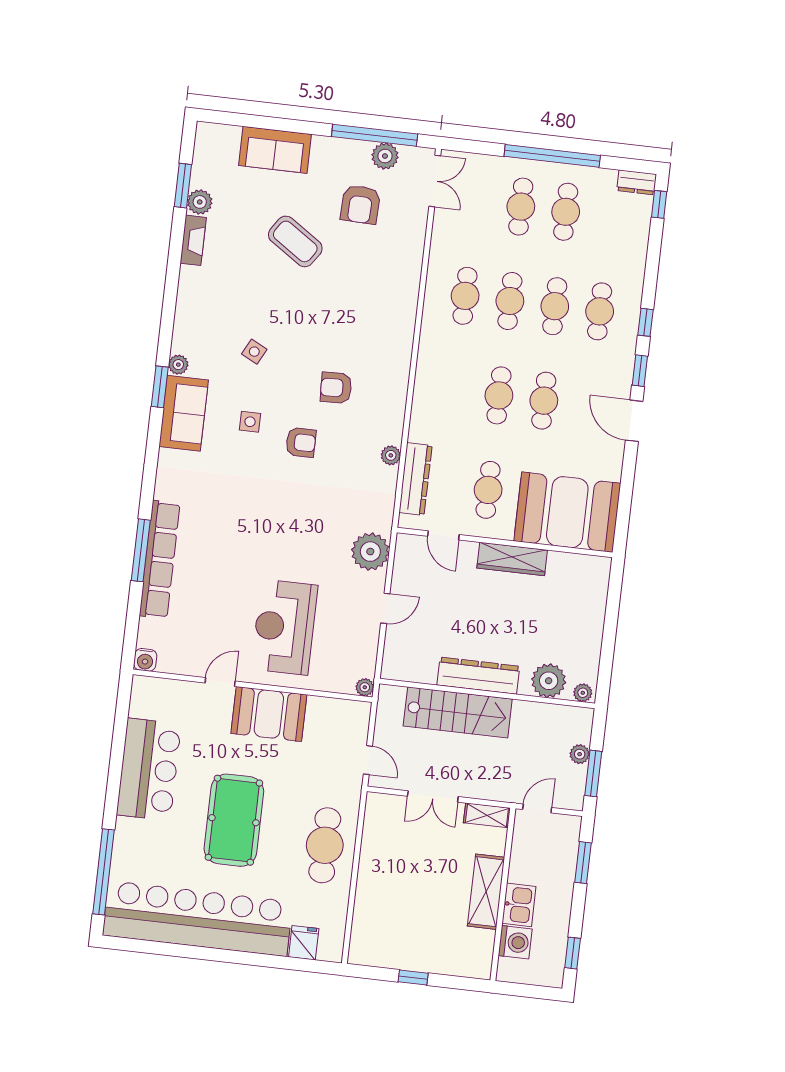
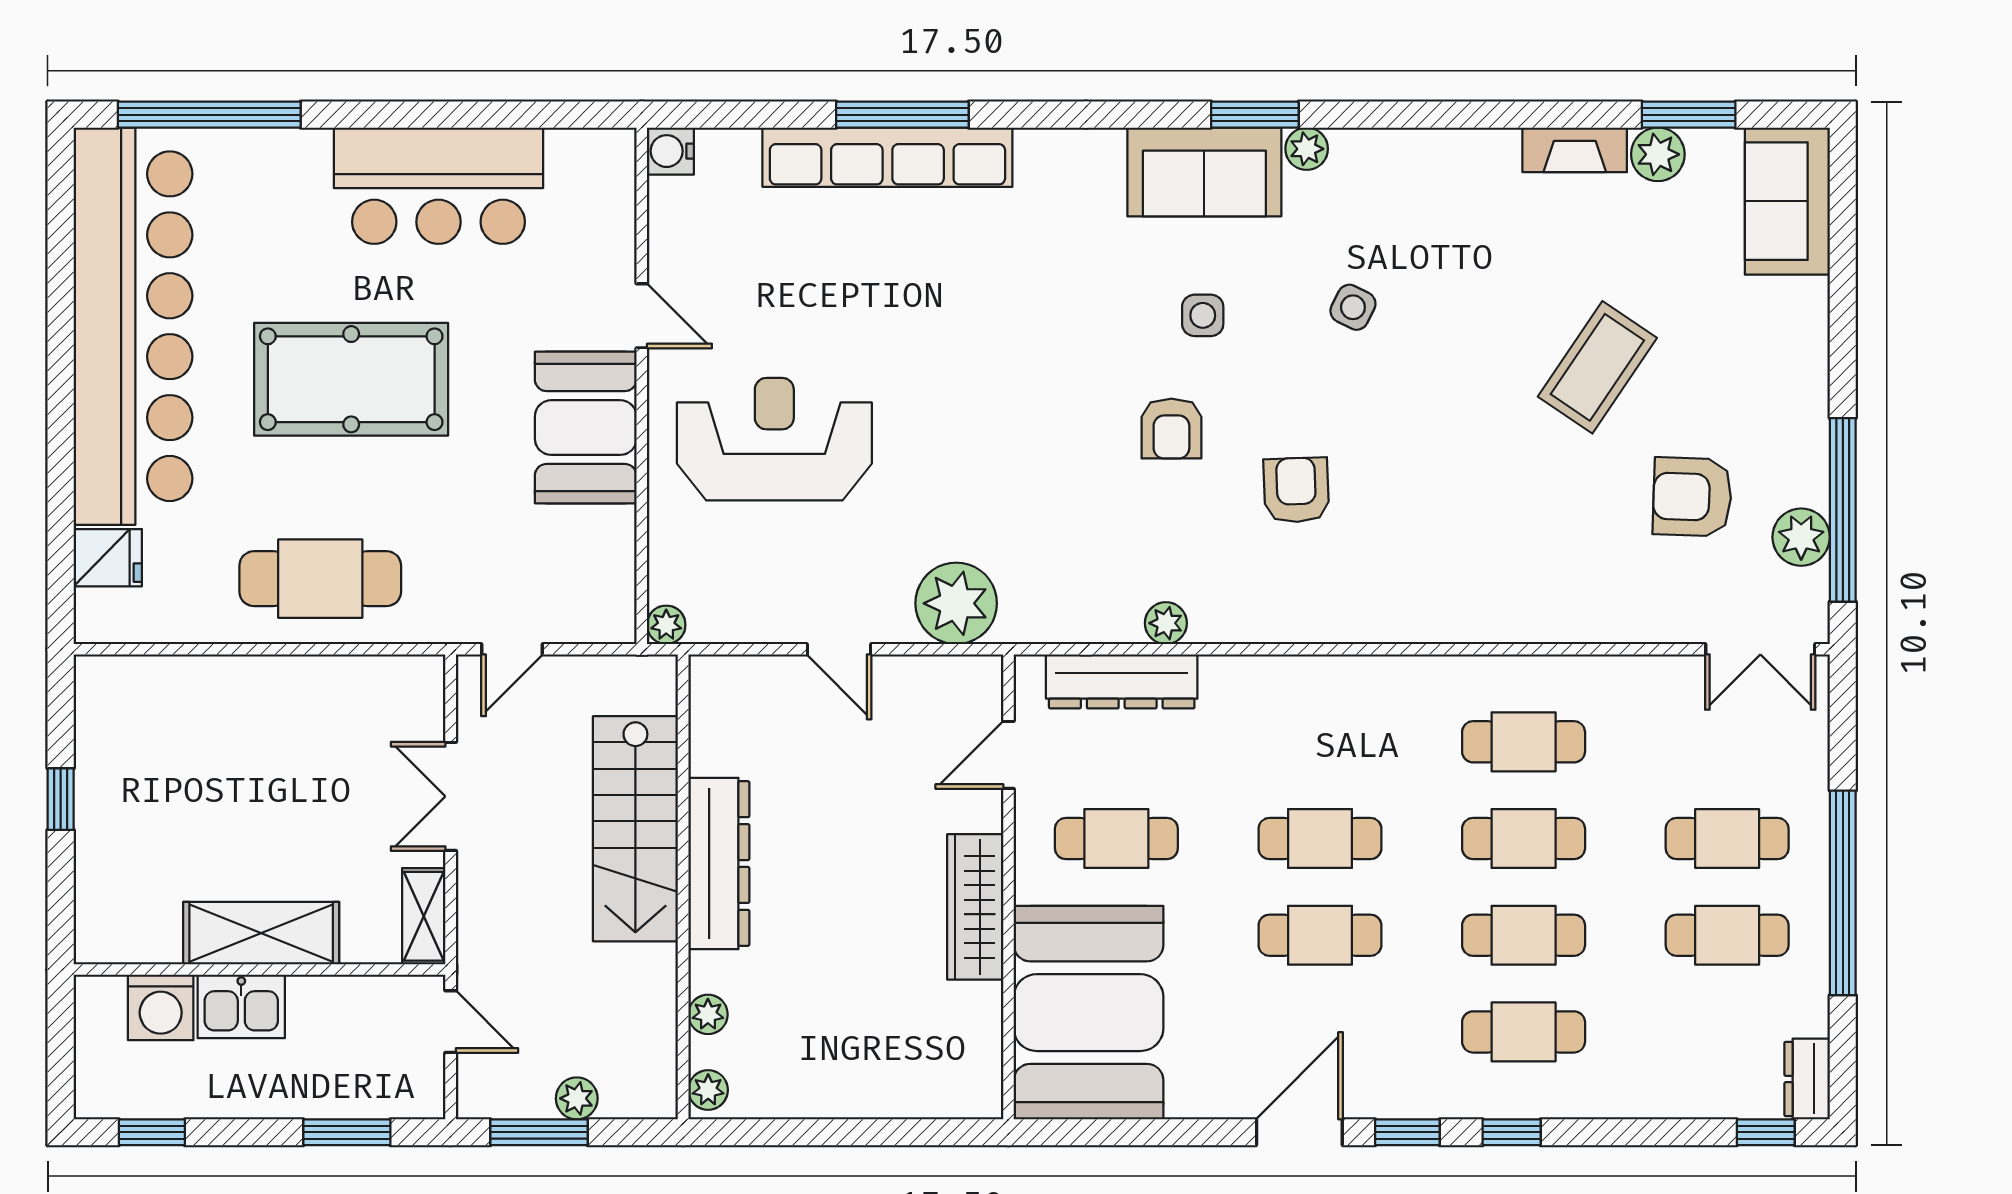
sofa: (275, 150) -> (1787, 201), moved
plant: (549, 681) -> (708, 1014), width x0.53, depth x0.53

